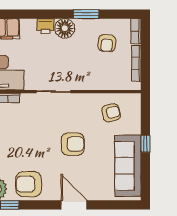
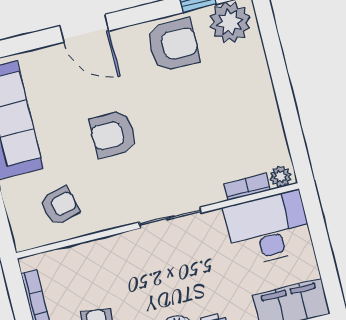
armchair: (111, 113) -> (60, 206), turned 180

